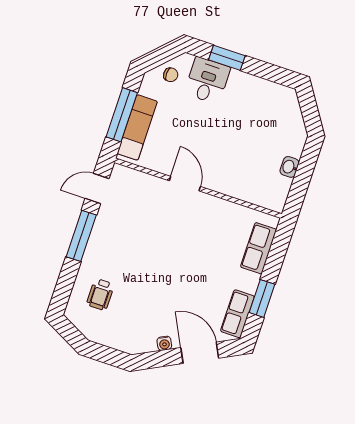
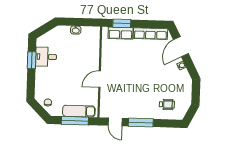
window: (227, 58) -> (32, 60), moved
desk: (207, 80) -> (46, 57), moved
window: (262, 298) -> (122, 23), moved
row of seats: (237, 314) -> (150, 34), width x1.48

